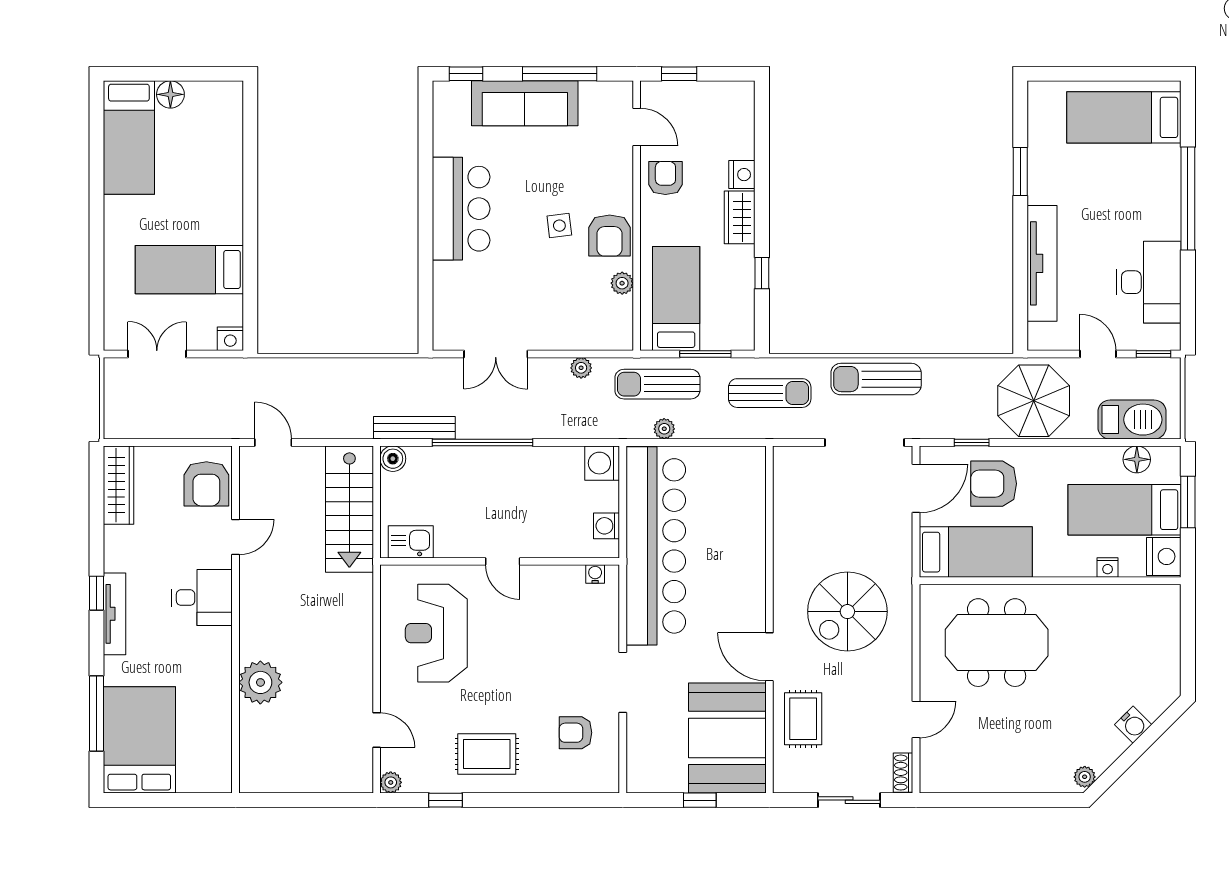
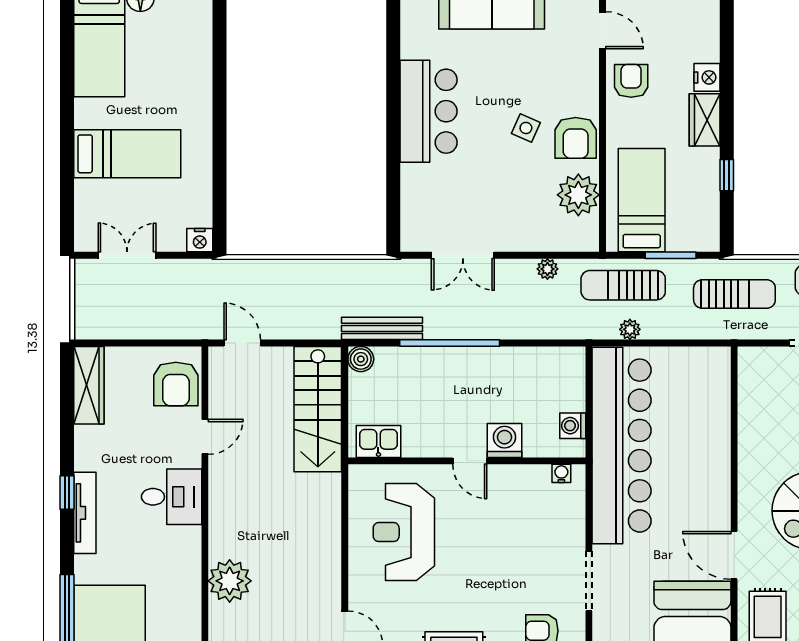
side table: (559, 226) -> (526, 128), turned 31
bed: (189, 270) -> (127, 154), moved, turned 180
plant: (622, 283) -> (578, 195), width x1.87, depth x1.87
washing machine: (602, 463) -> (504, 441), moved, turned 90

